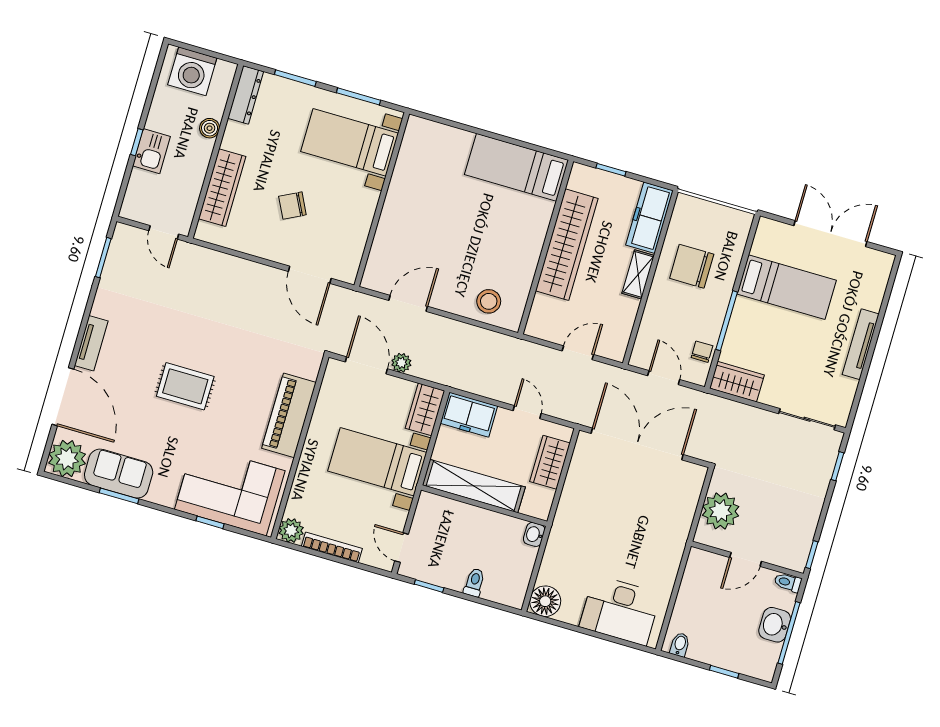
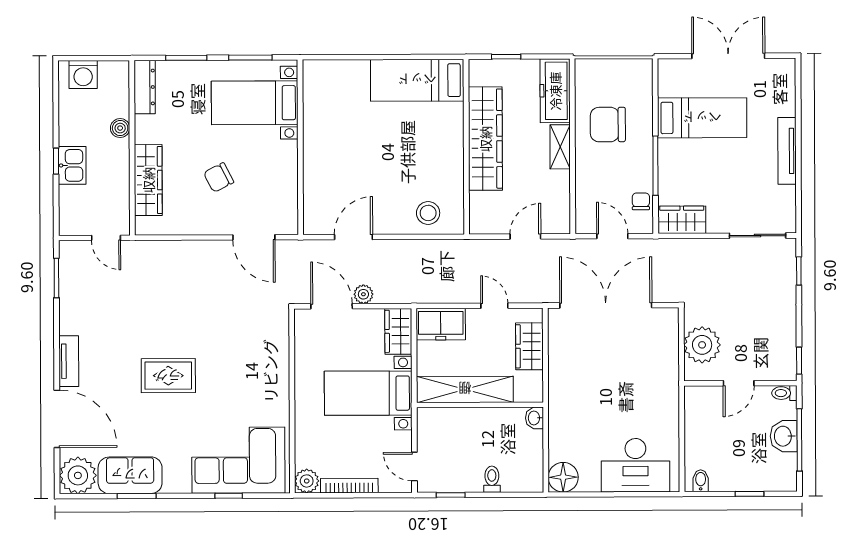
washing machine: (192, 71) -> (83, 74), width x0.73, depth x0.73
piano: (289, 415) -> (273, 374), removed

